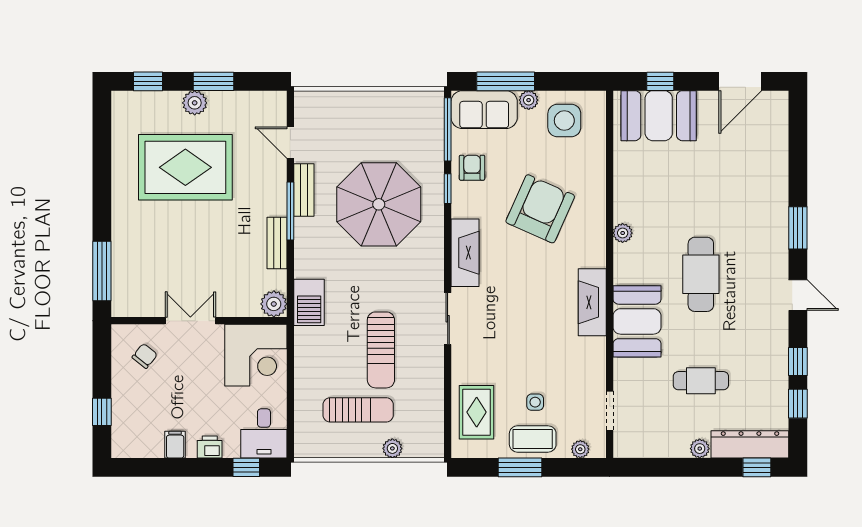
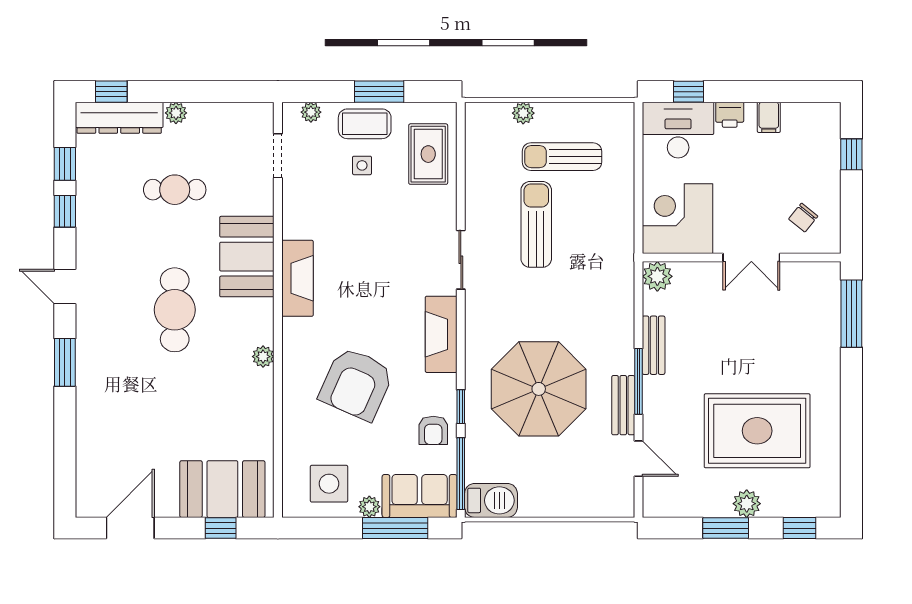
barbecue: (309, 302) -> (491, 500), moved, turned 90
desk: (264, 433) -> (678, 130), width x1.37

